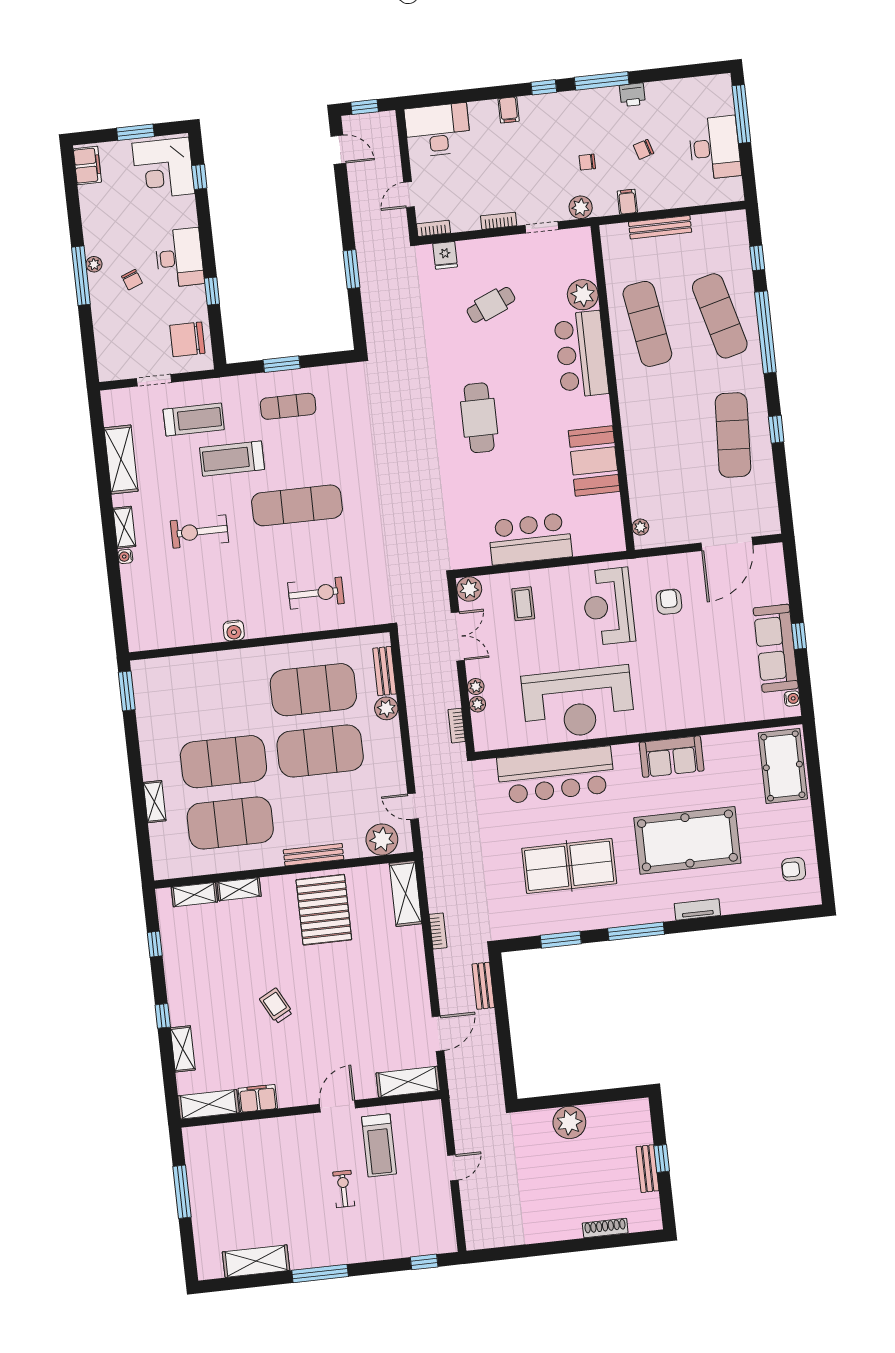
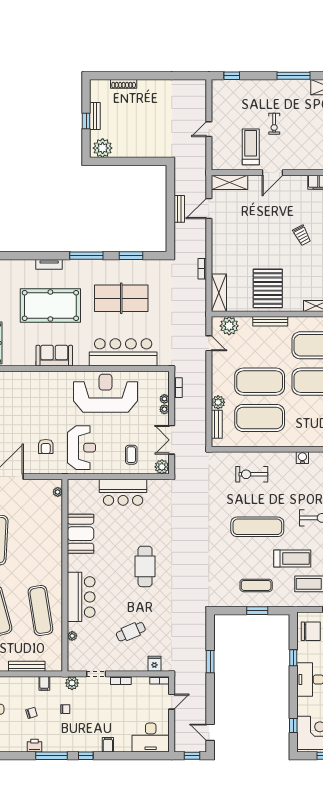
plant: (583, 295) -> (72, 636), width x0.53, depth x0.53
bench: (483, 986) -> (179, 209), moved
plant: (569, 1122) -> (103, 148), moved

